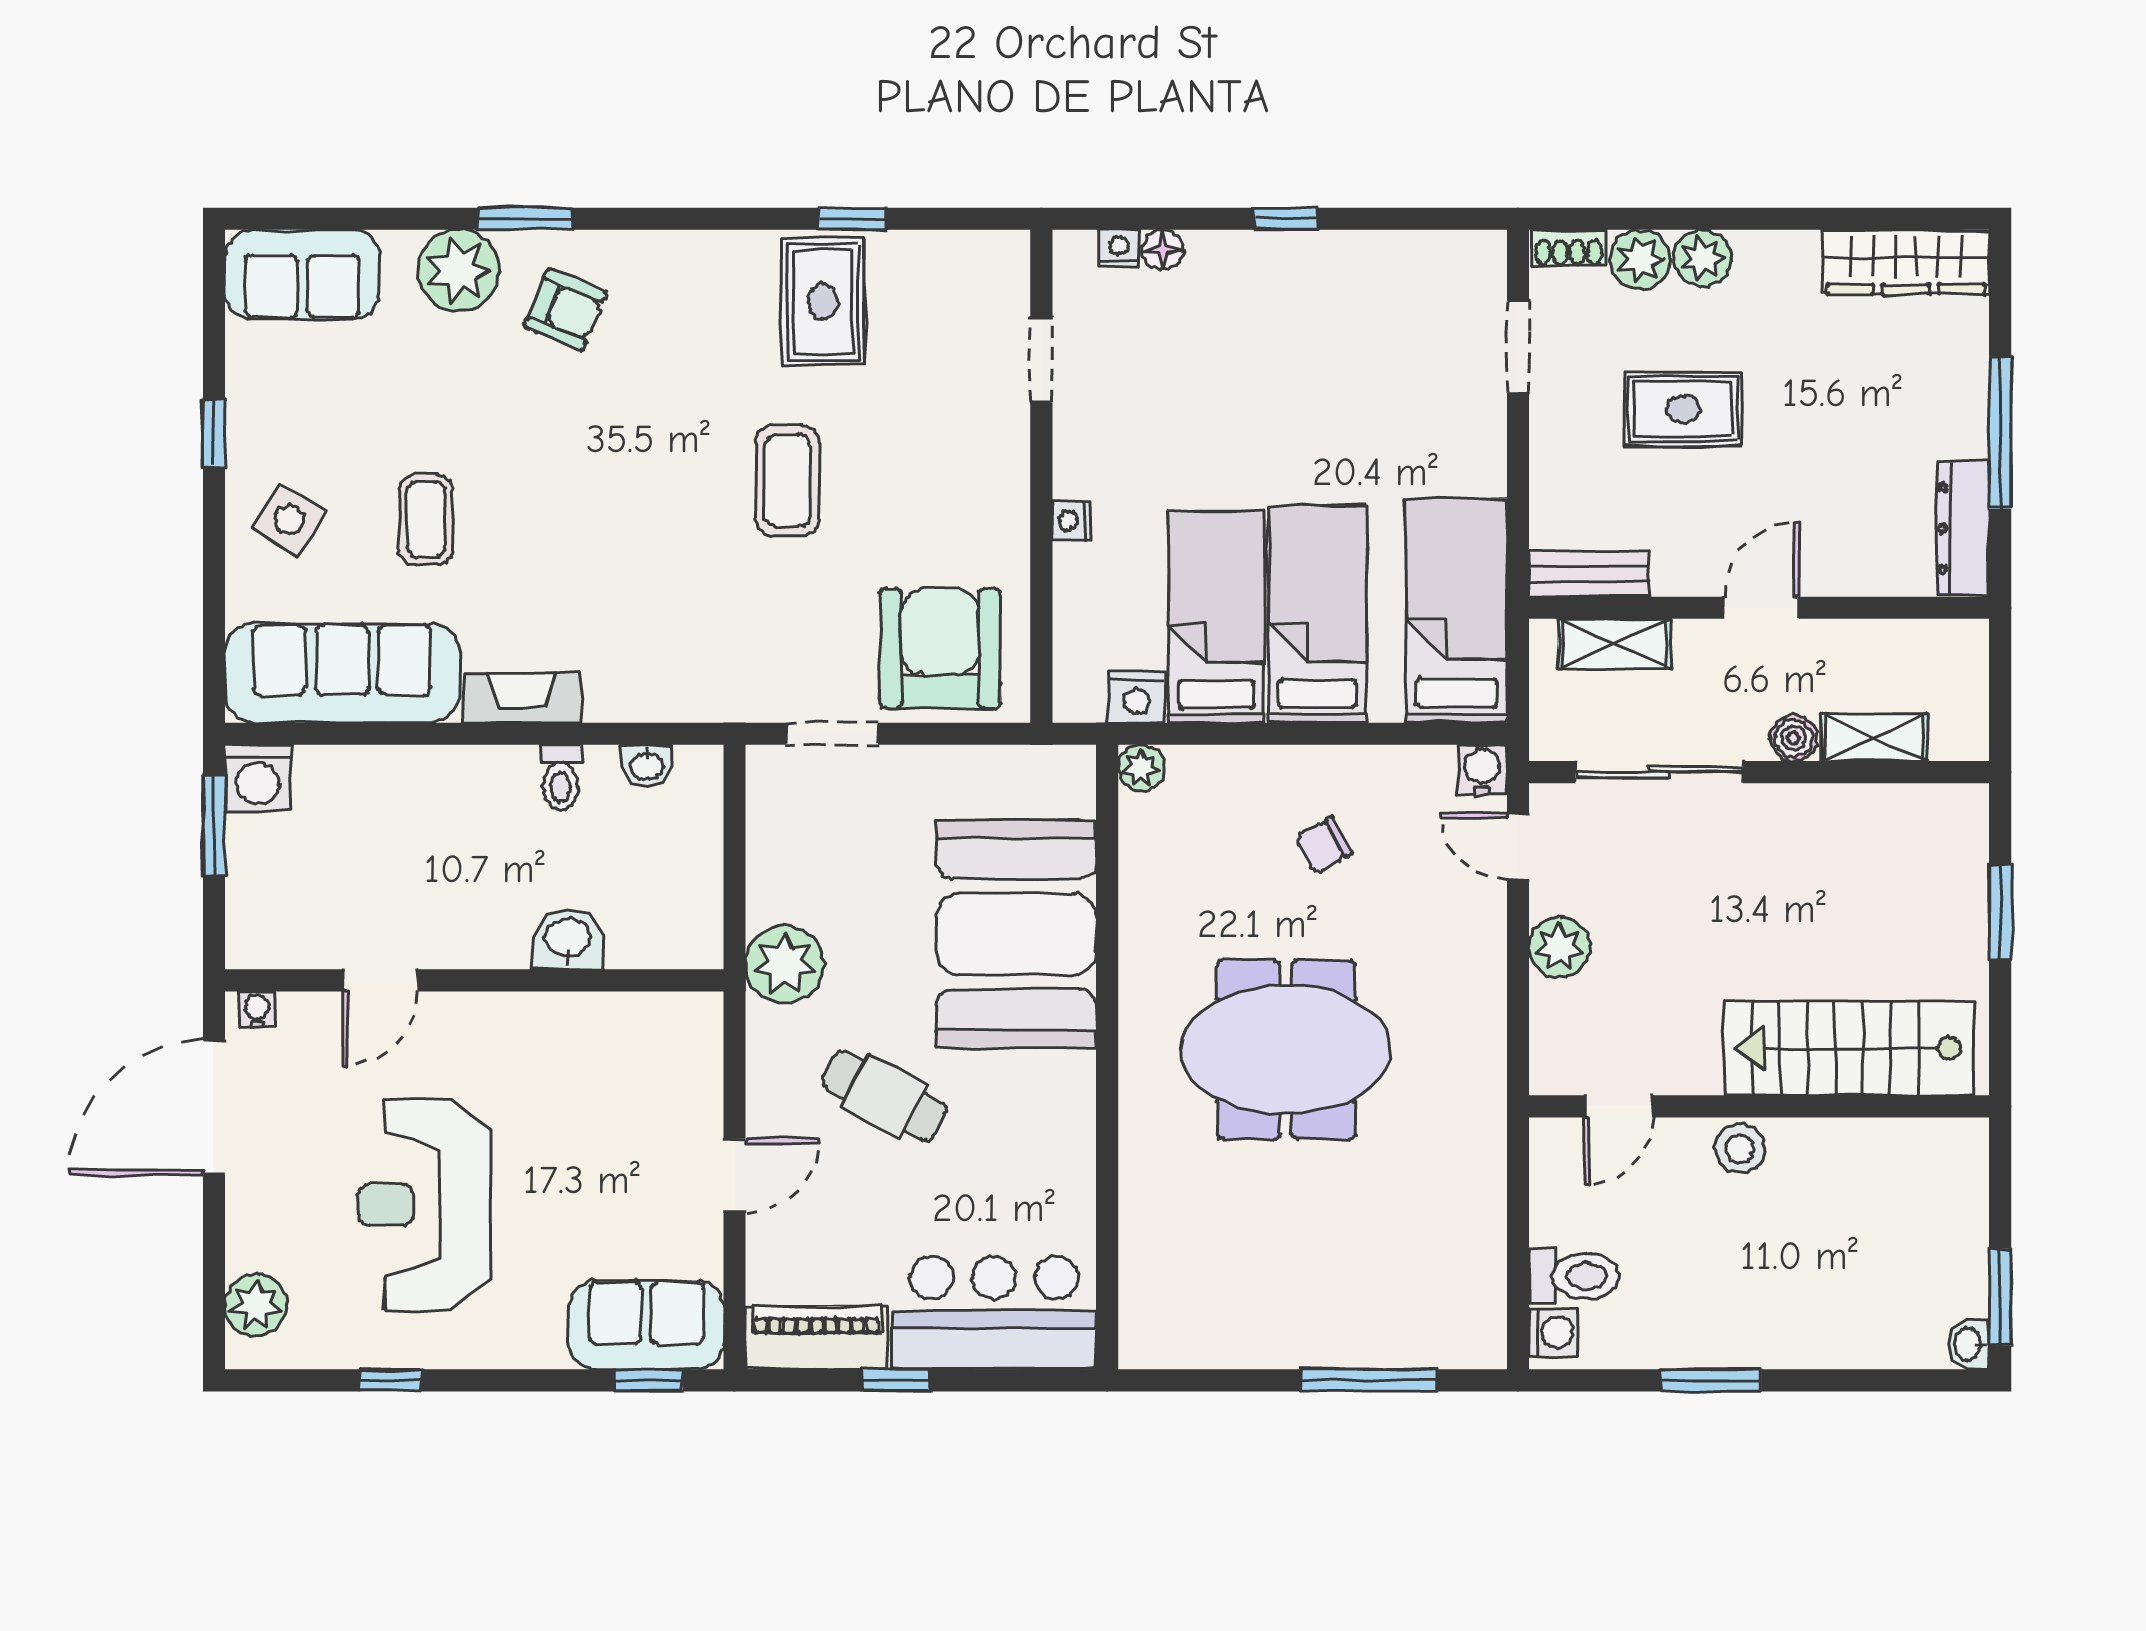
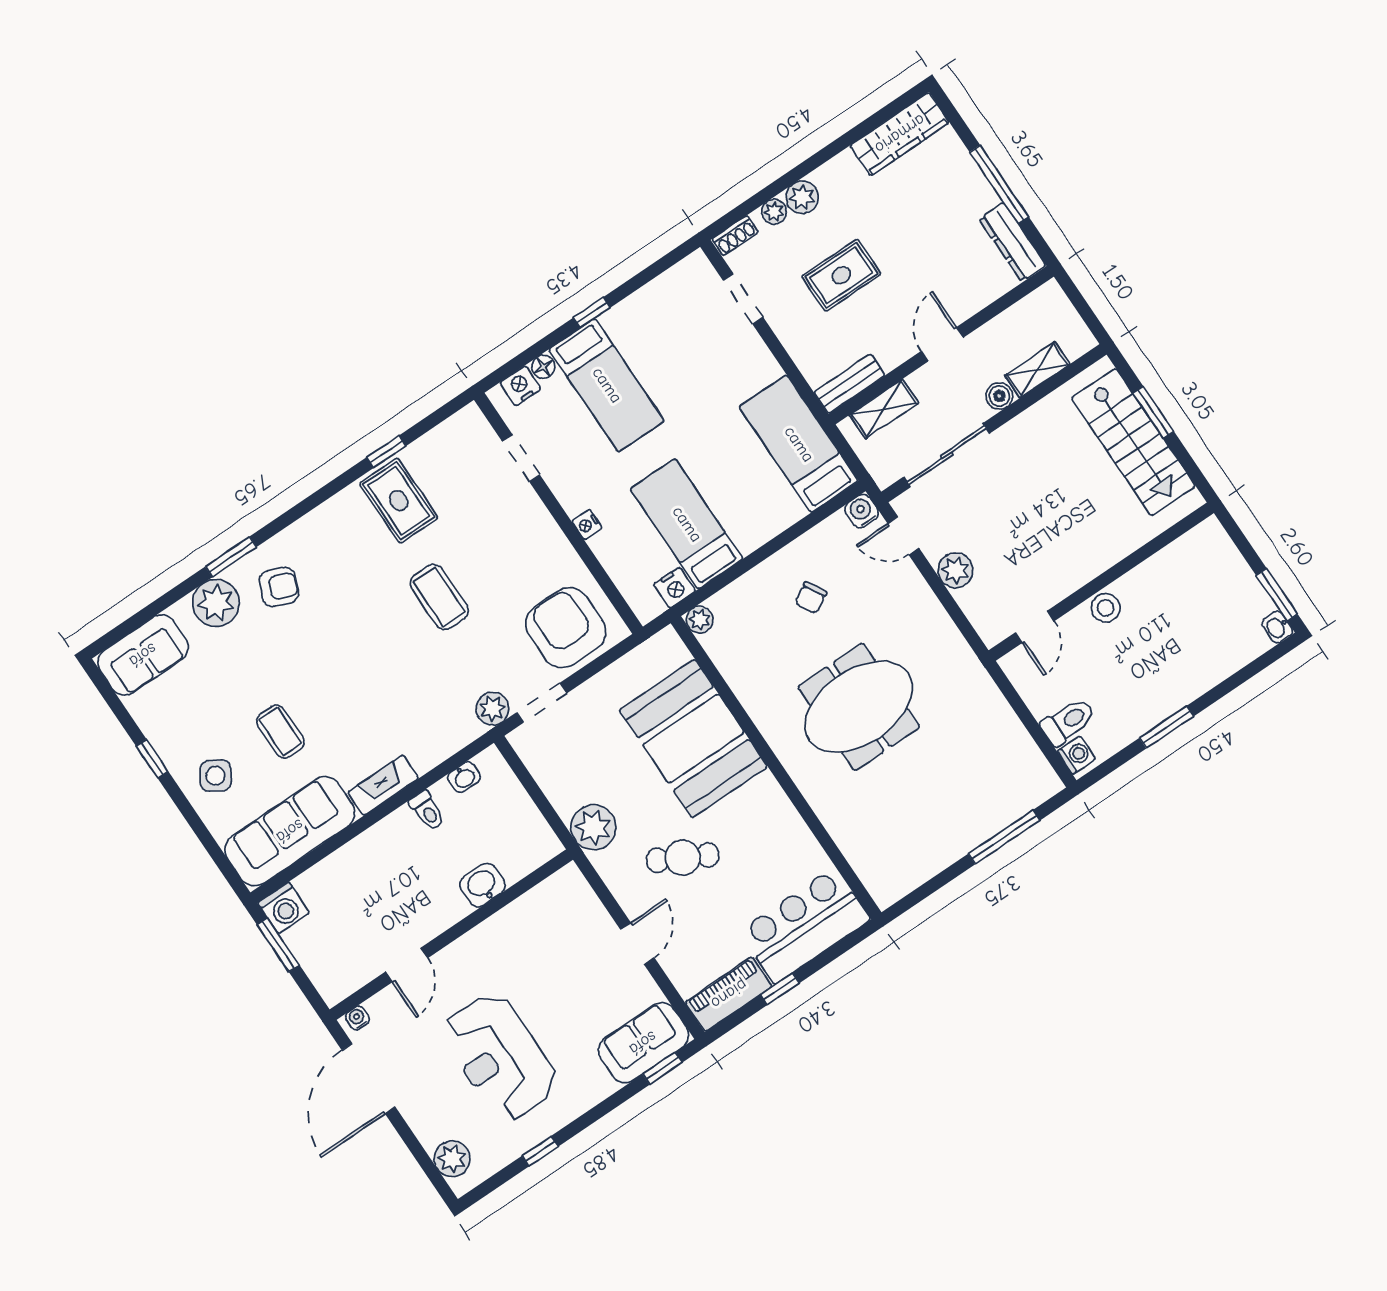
nightstand: (1119, 248) -> (520, 386), width x1.39, depth x1.35
plant: (1640, 260) -> (774, 212), width x0.73, depth x0.73
bed: (1318, 614) -> (607, 385), moved, turned 180
plant: (755, 694) -> (492, 709), added
stairs: (1849, 1048) -> (1133, 442), moved, turned -90

